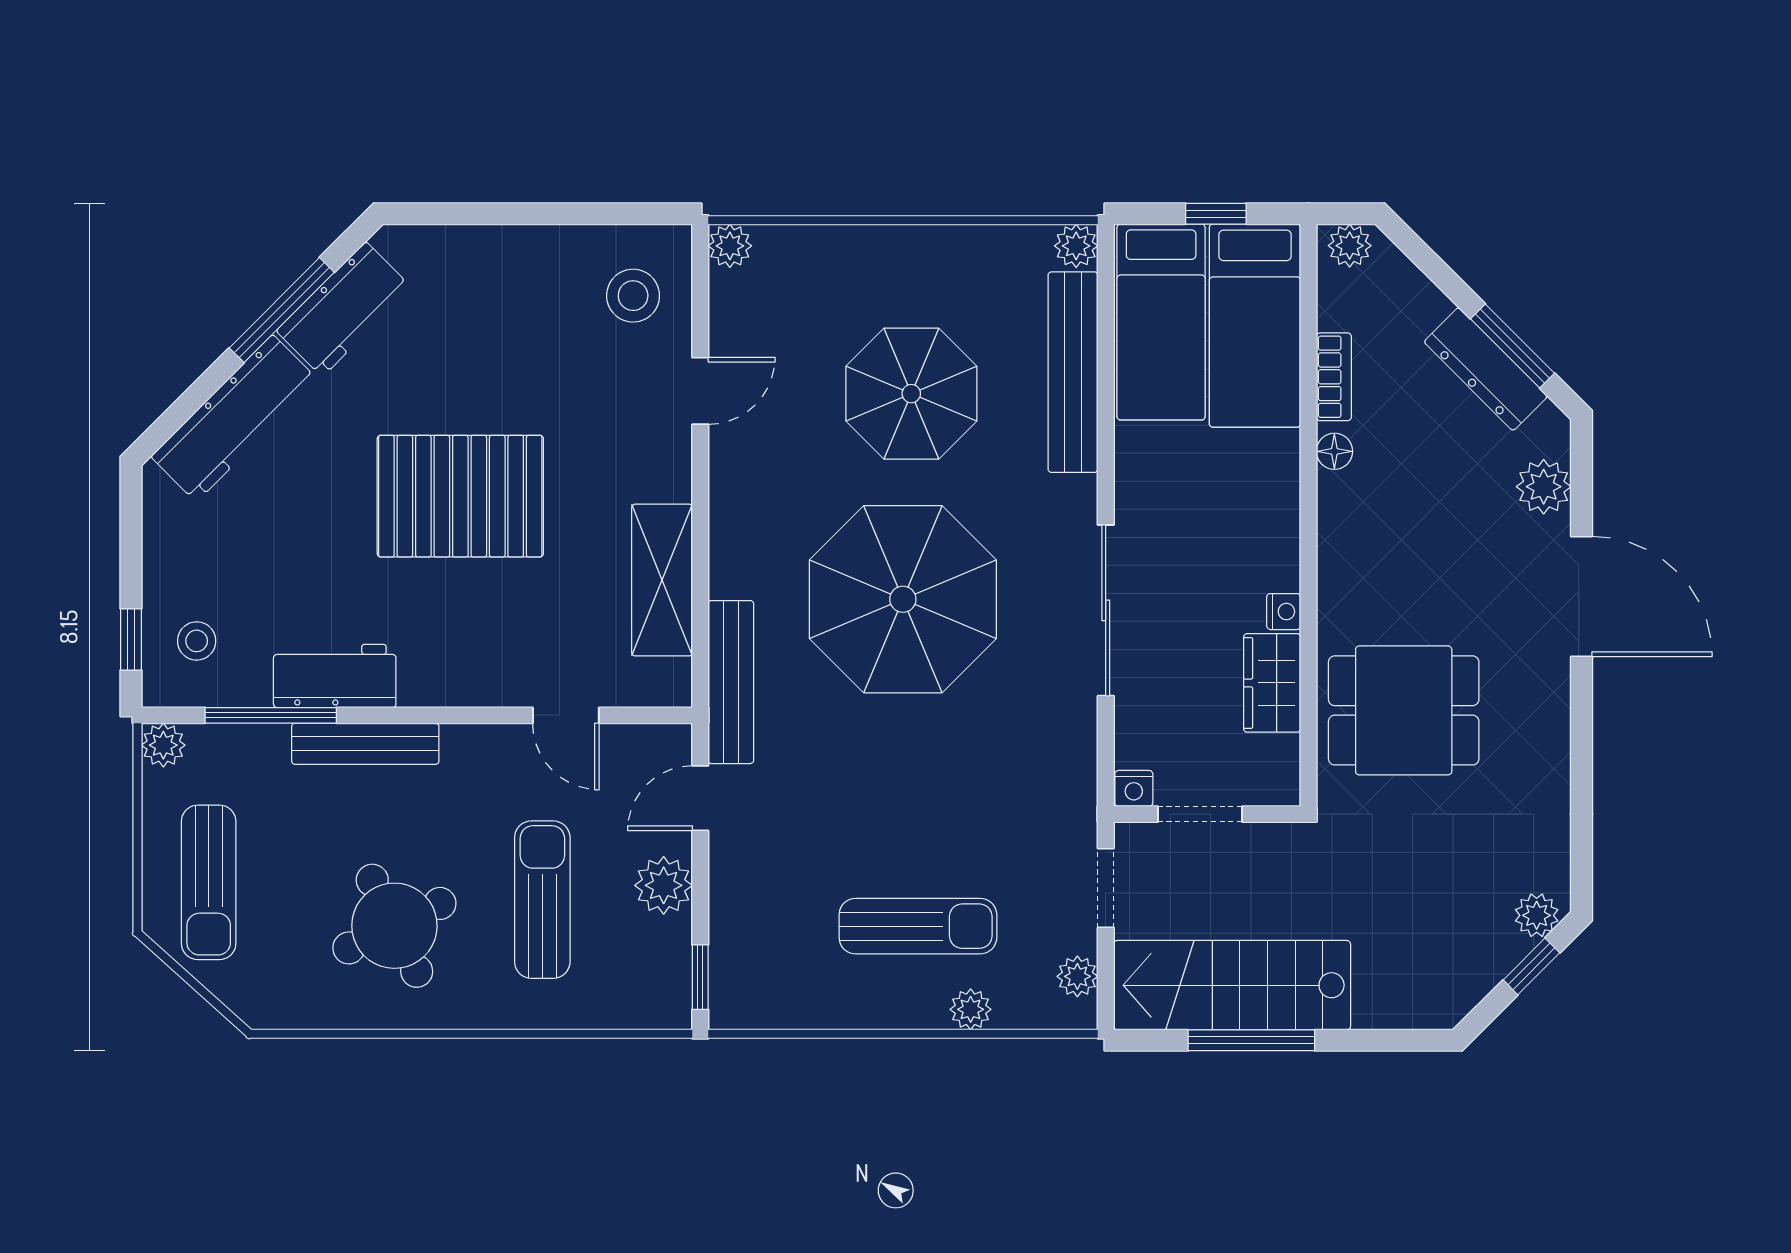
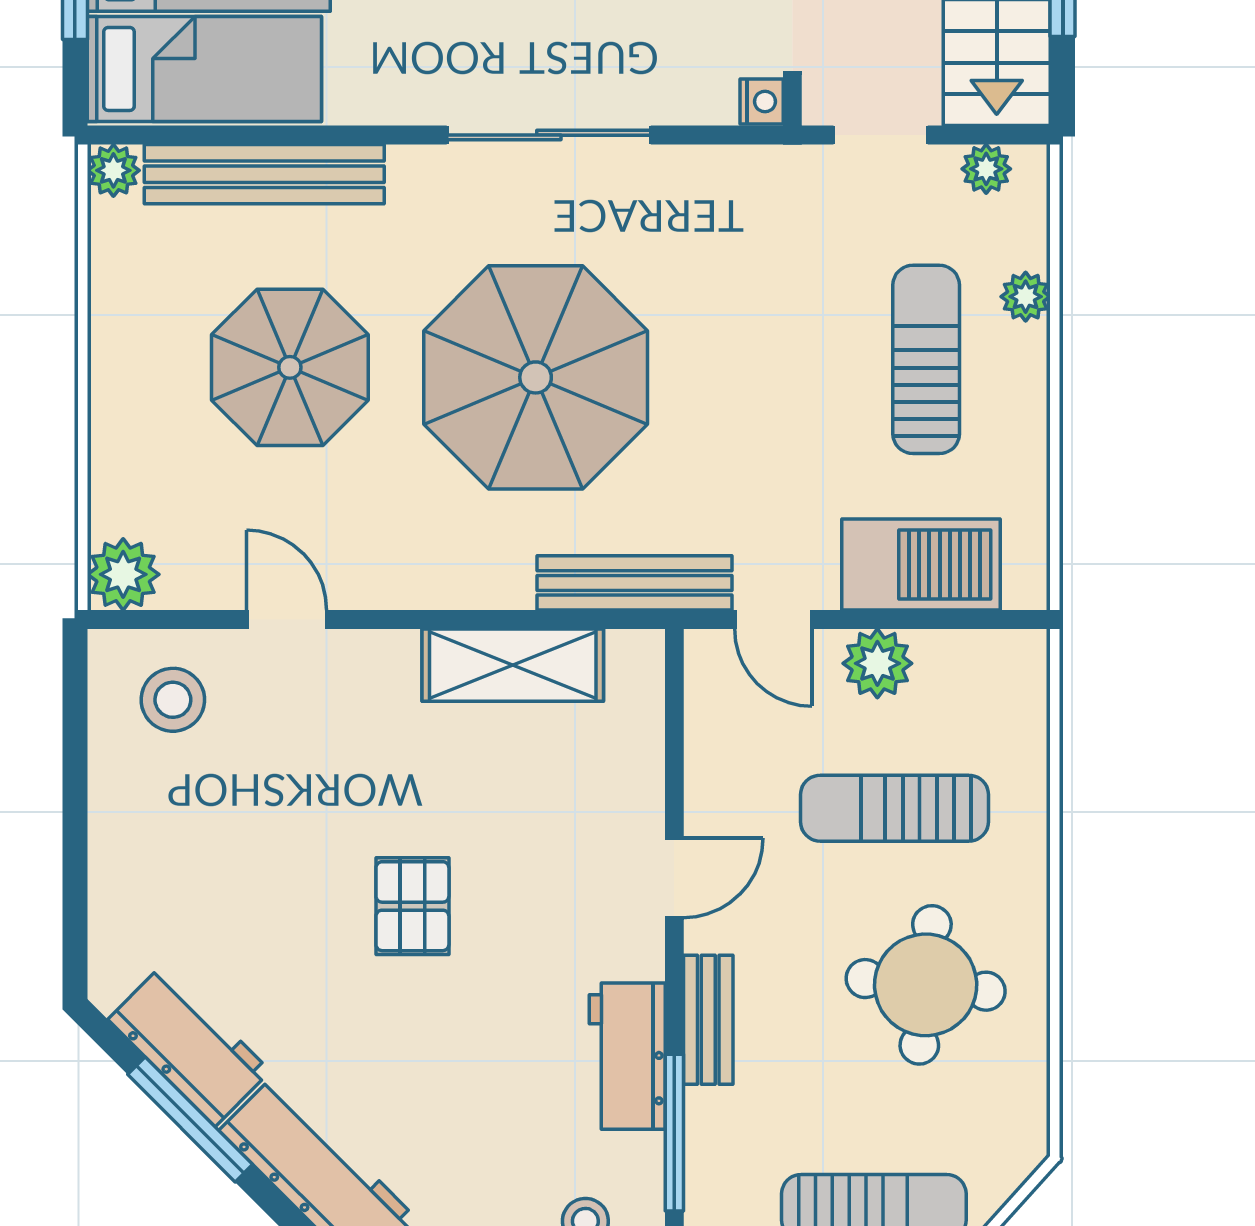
plant: (730, 246) -> (123, 574), width x1.38, depth x1.38
pallet: (460, 496) -> (412, 906), width x0.49, depth x0.50
door: (566, 715) -> (674, 878), moved
bench: (365, 744) -> (708, 1020), width x0.73
barbecue: (746, 922) -> (921, 565), added
round table: (394, 926) -> (926, 985), turned 32
window: (700, 977) -> (987, 620), removed

